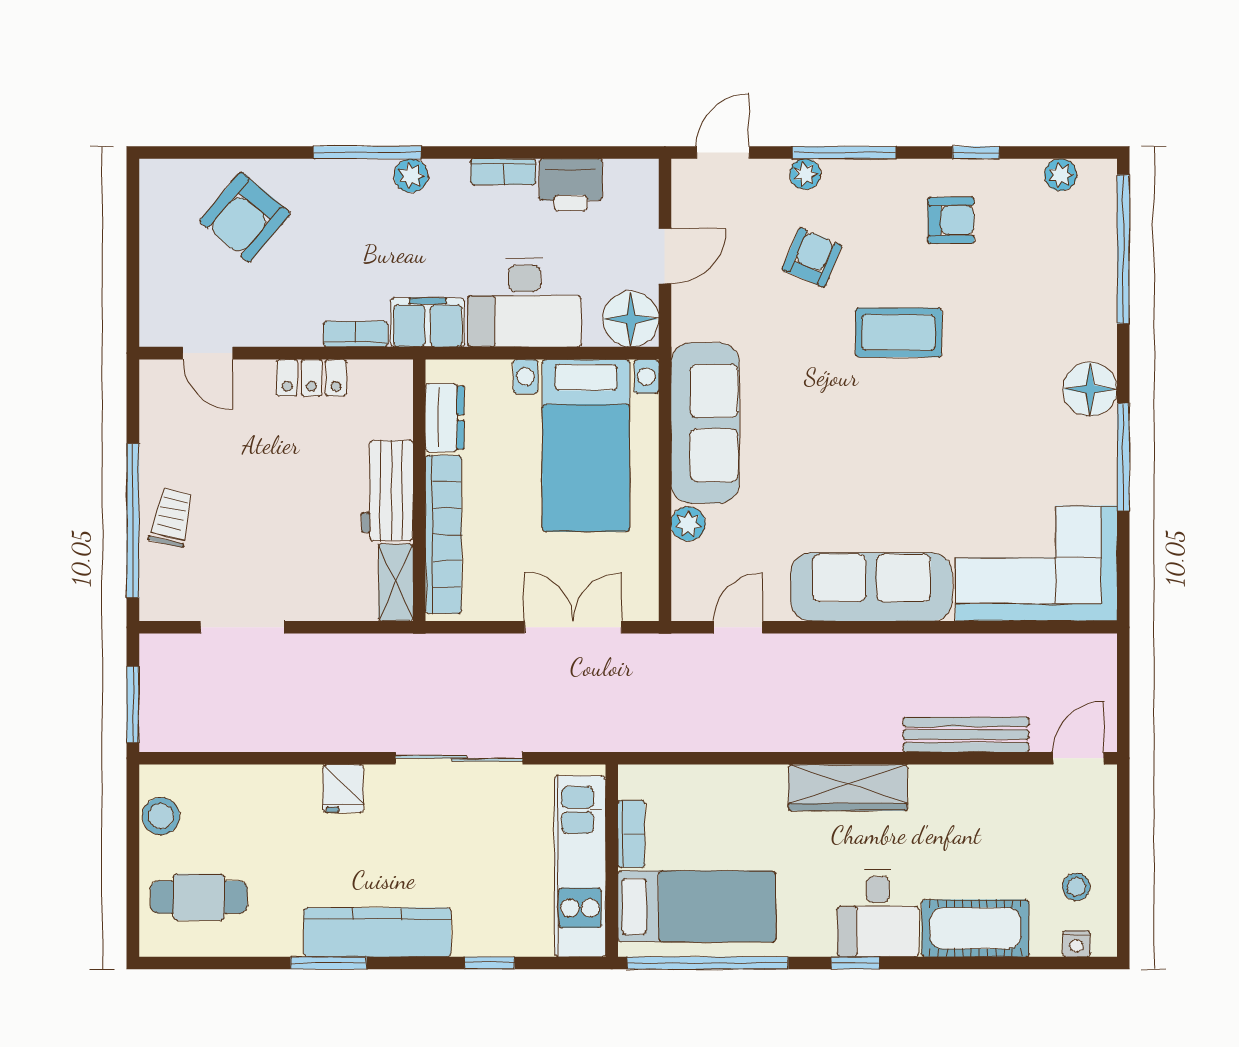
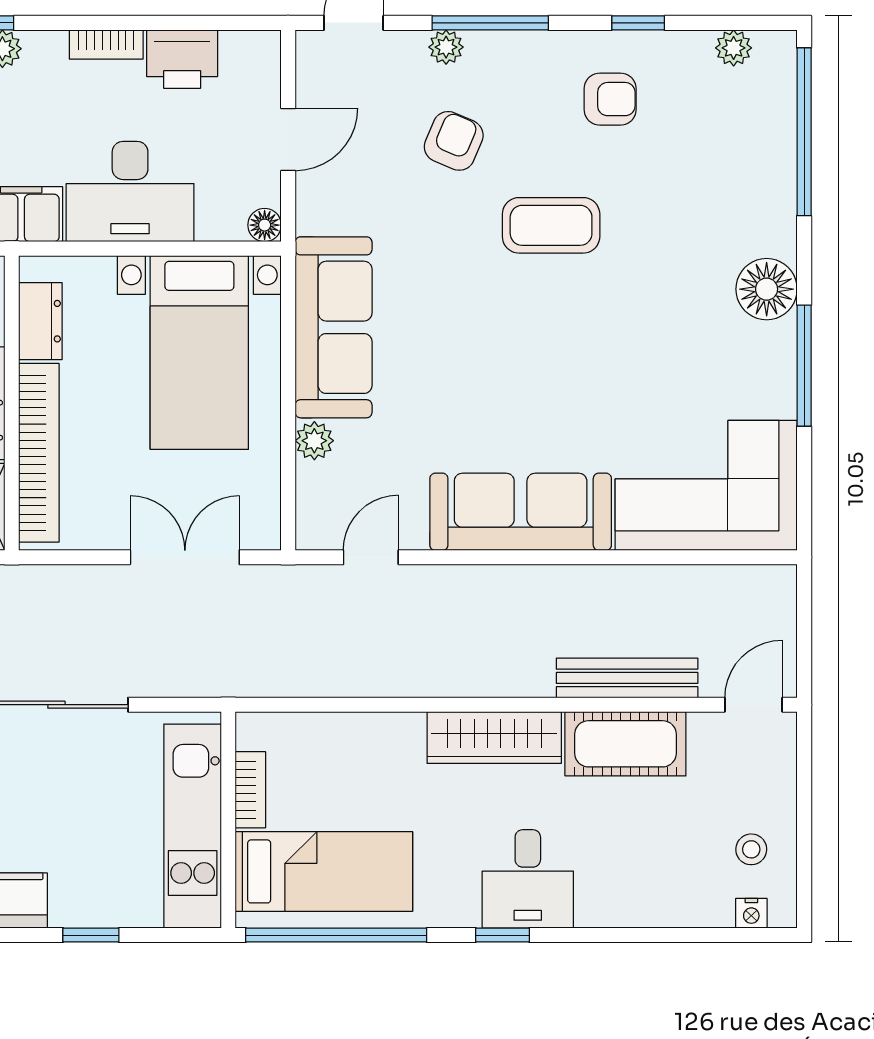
floor lamp: (631, 319) -> (265, 225), width x0.53, depth x0.53
cot: (975, 928) -> (625, 744), moved

